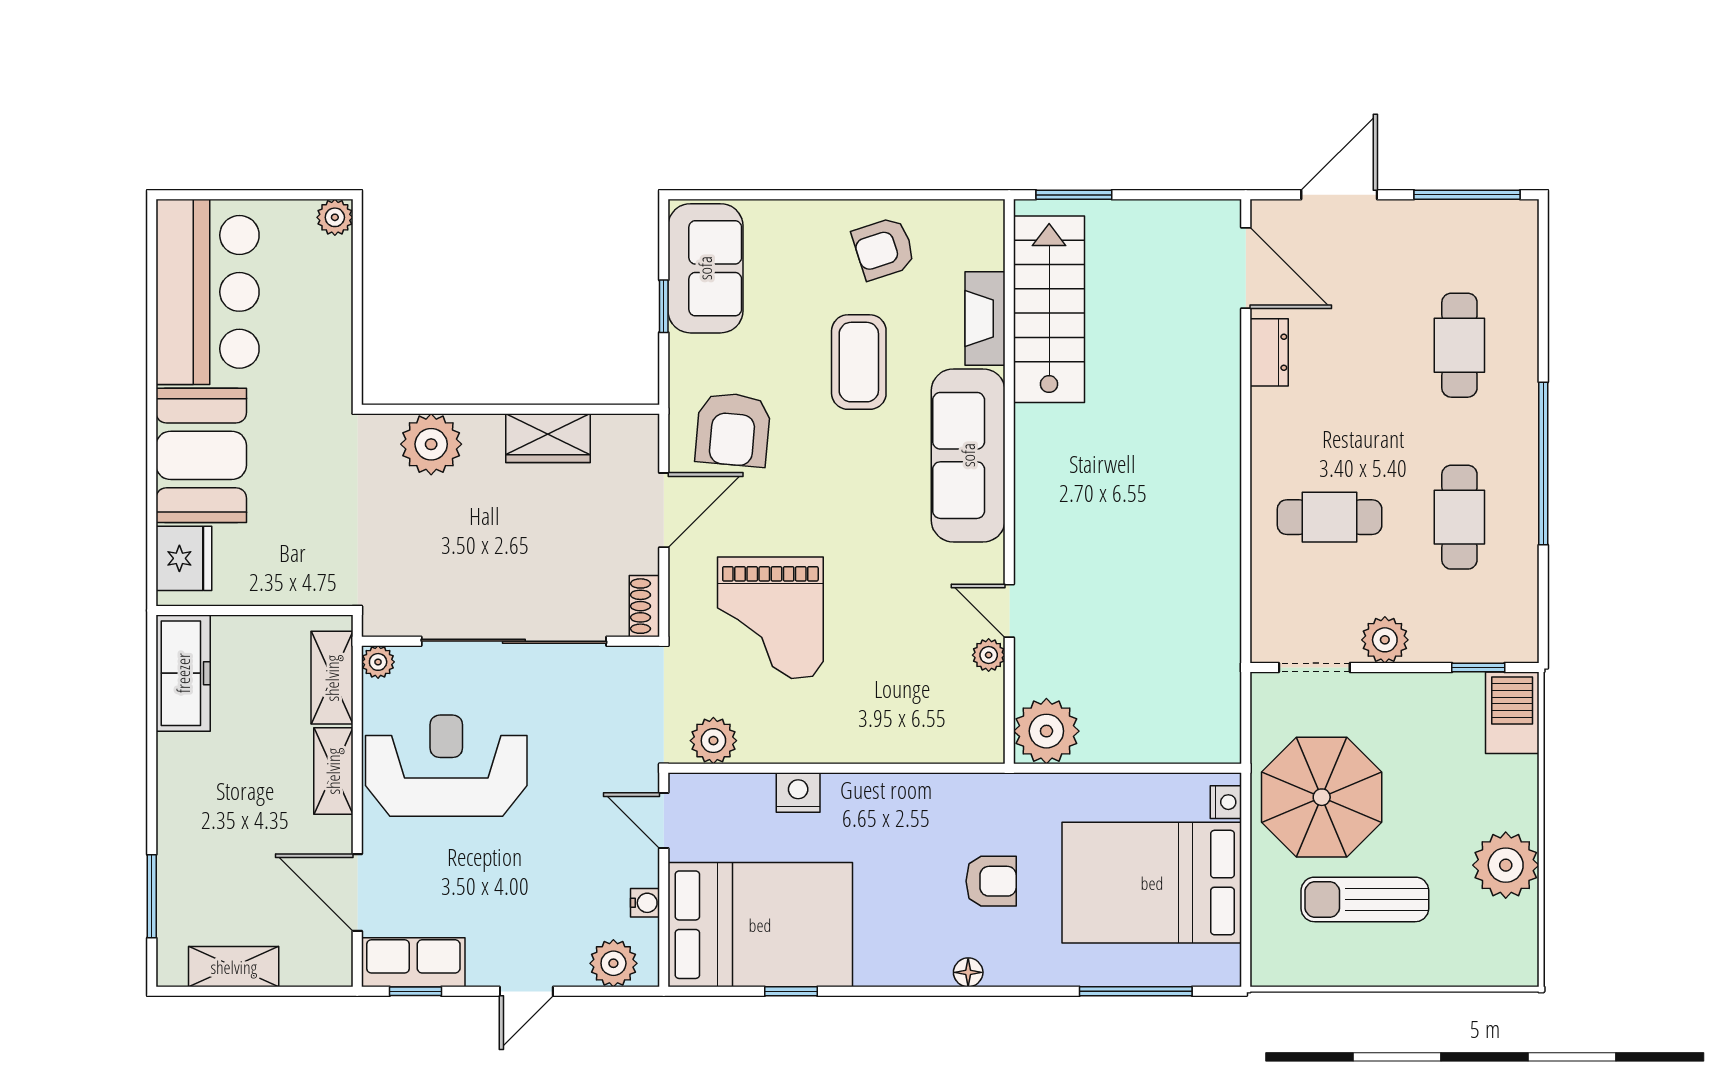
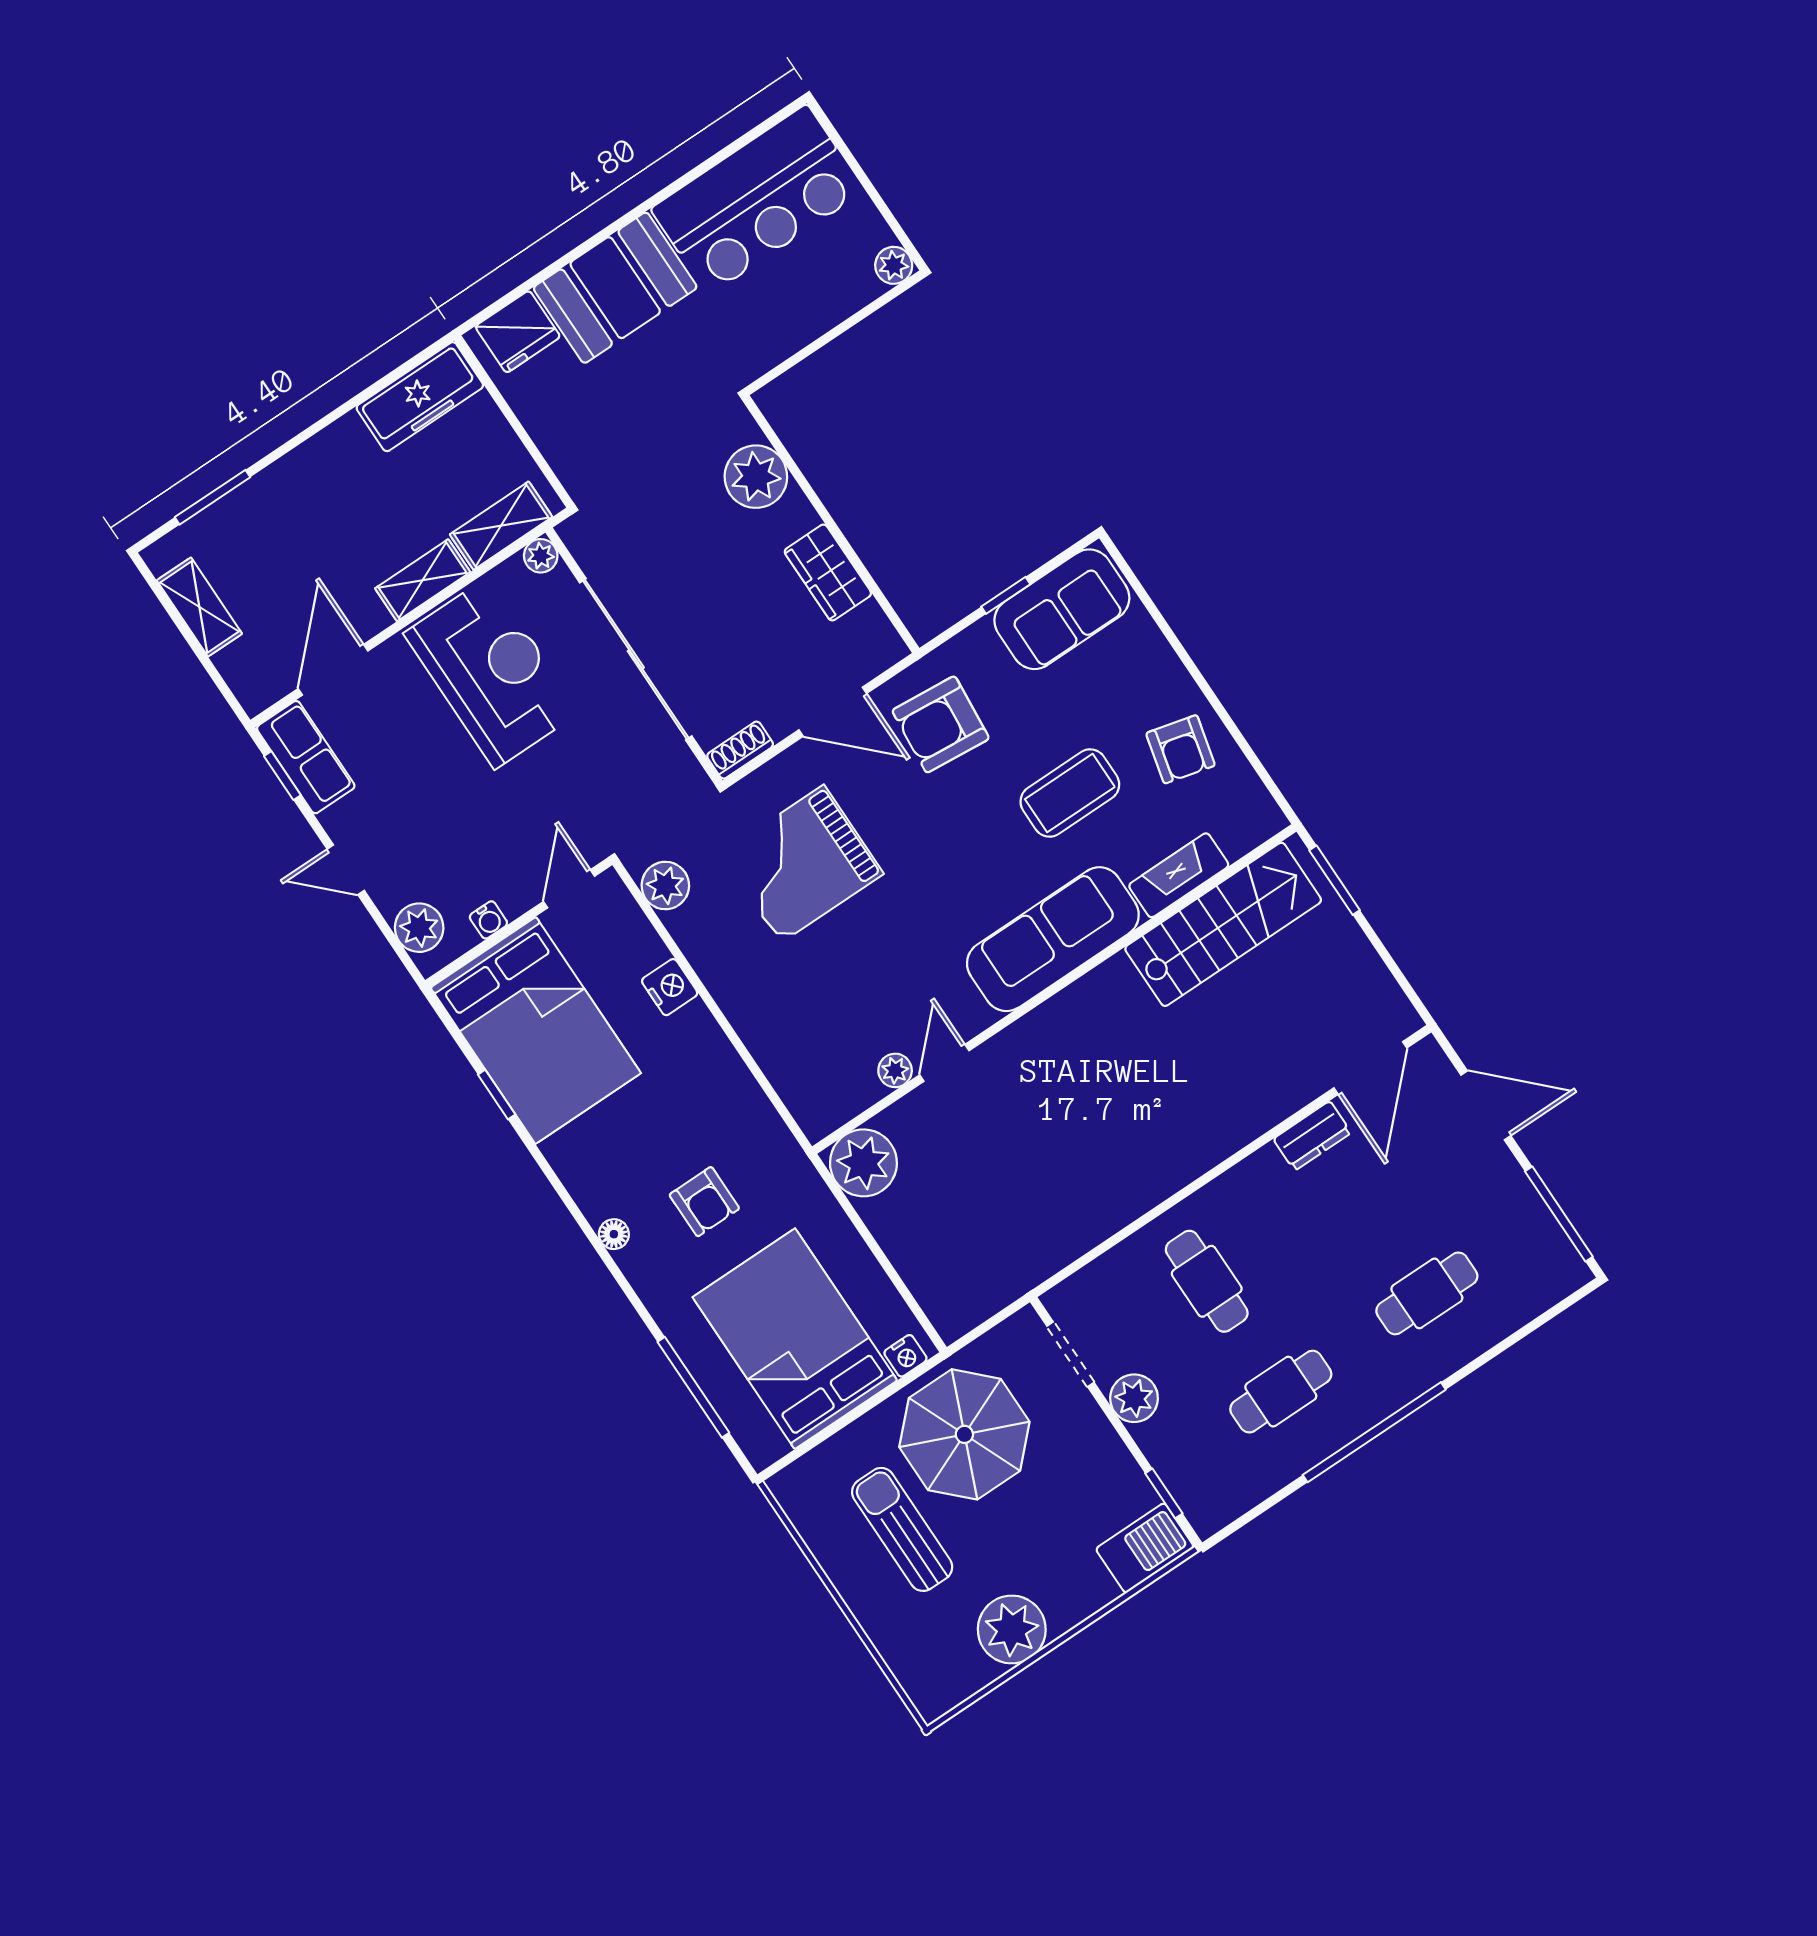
armchair: (884, 248) -> (1180, 749), turned -148

